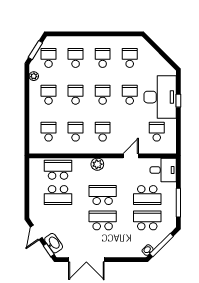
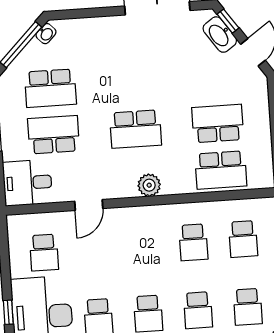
school desk: (103, 132) -> (144, 246), removed
school desk: (103, 220) -> (132, 83), removed

